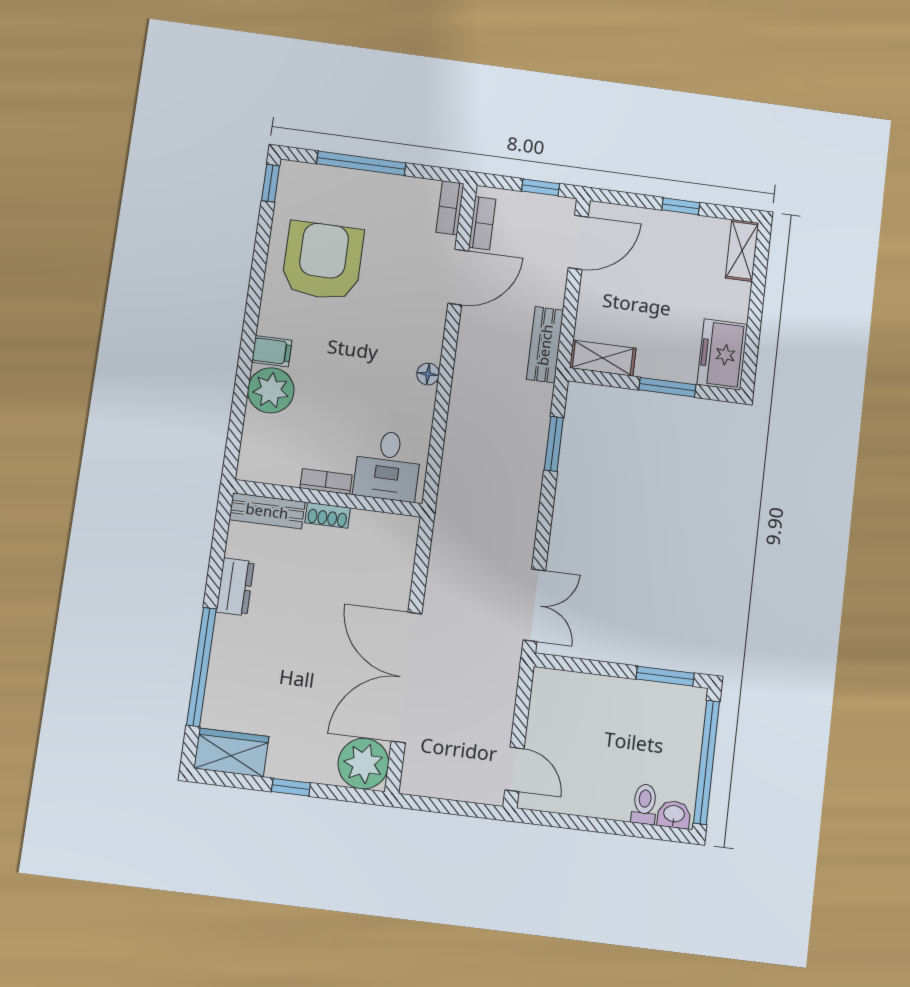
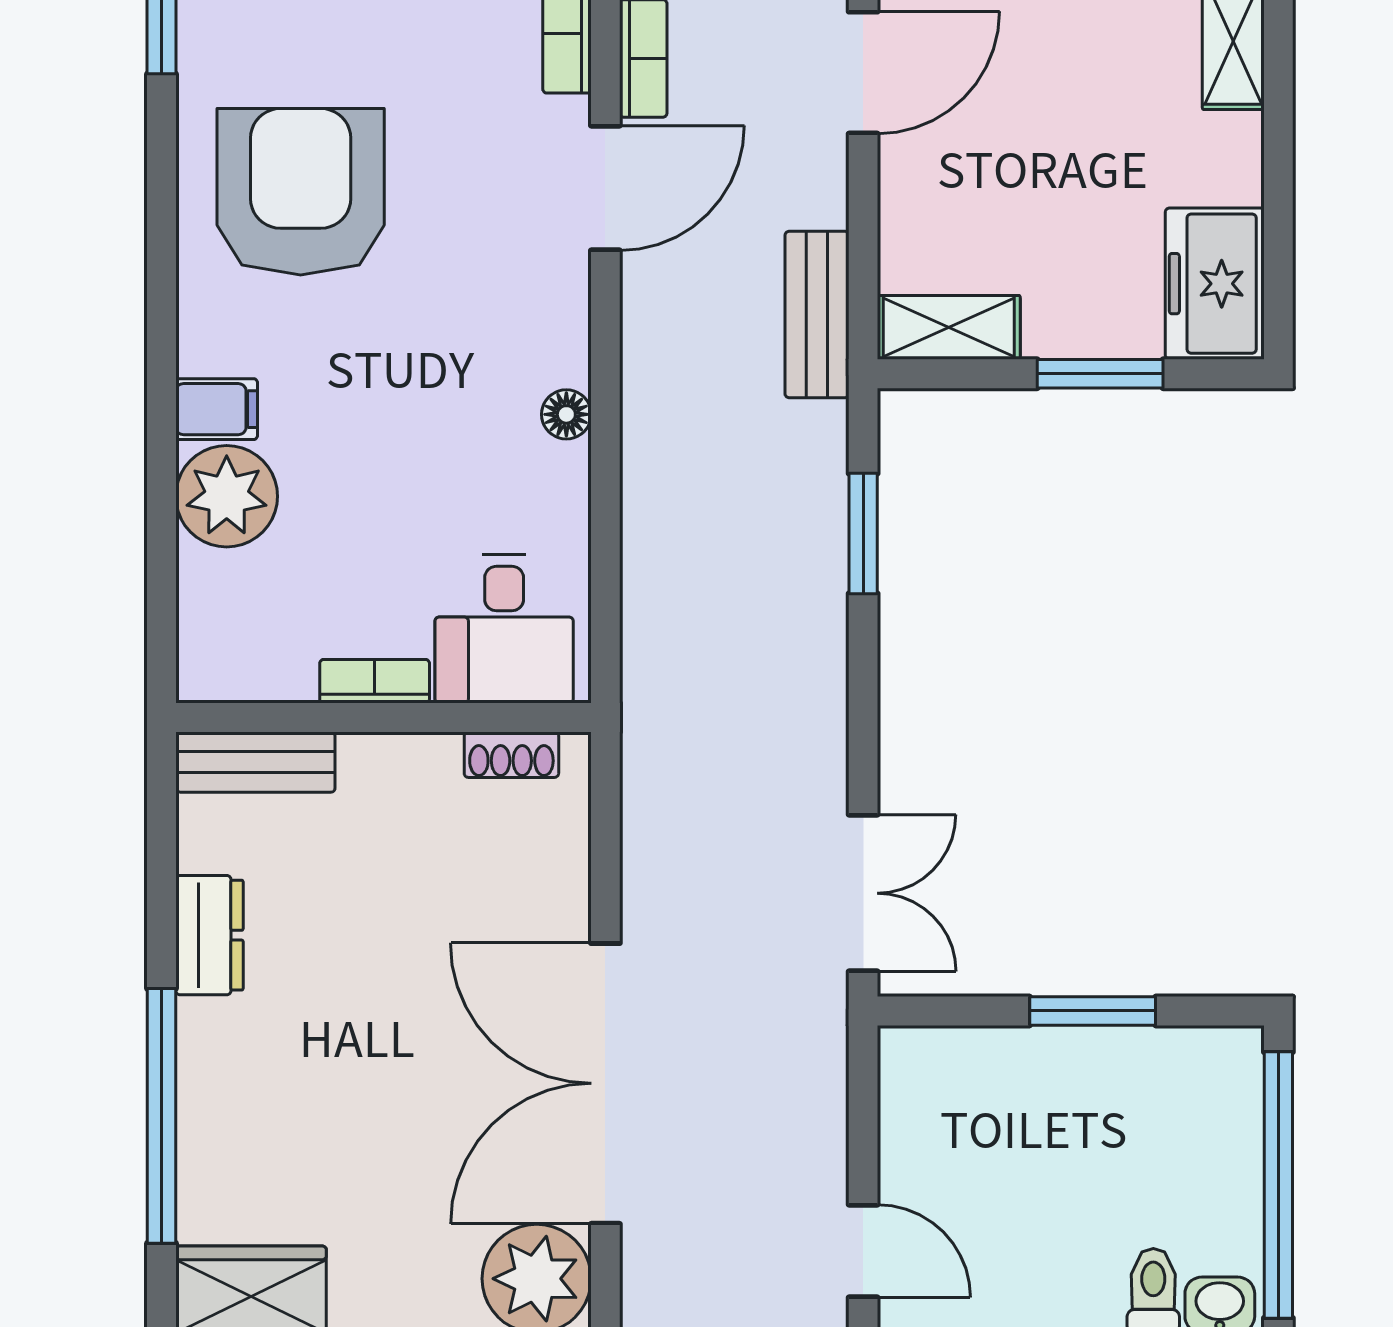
shoe rack: (328, 515) -> (511, 755), moved
window: (665, 676) -> (1093, 1011), moved

